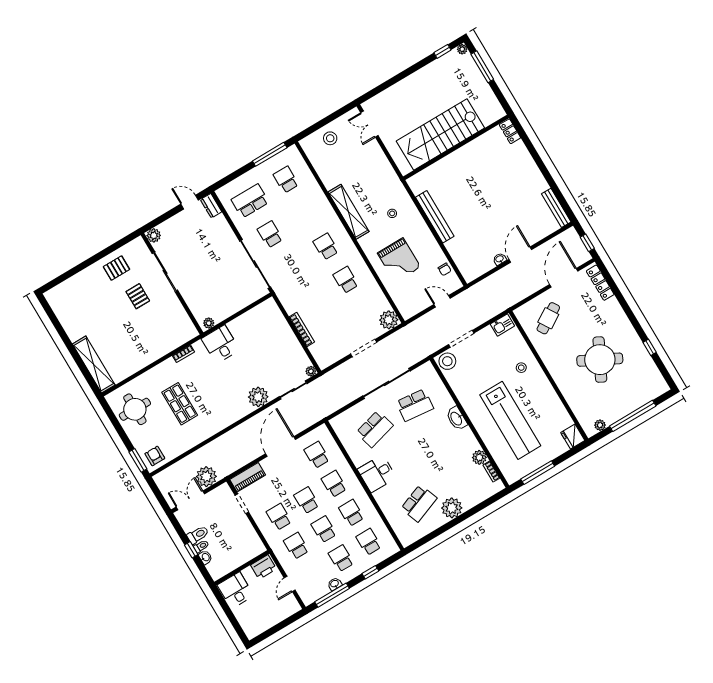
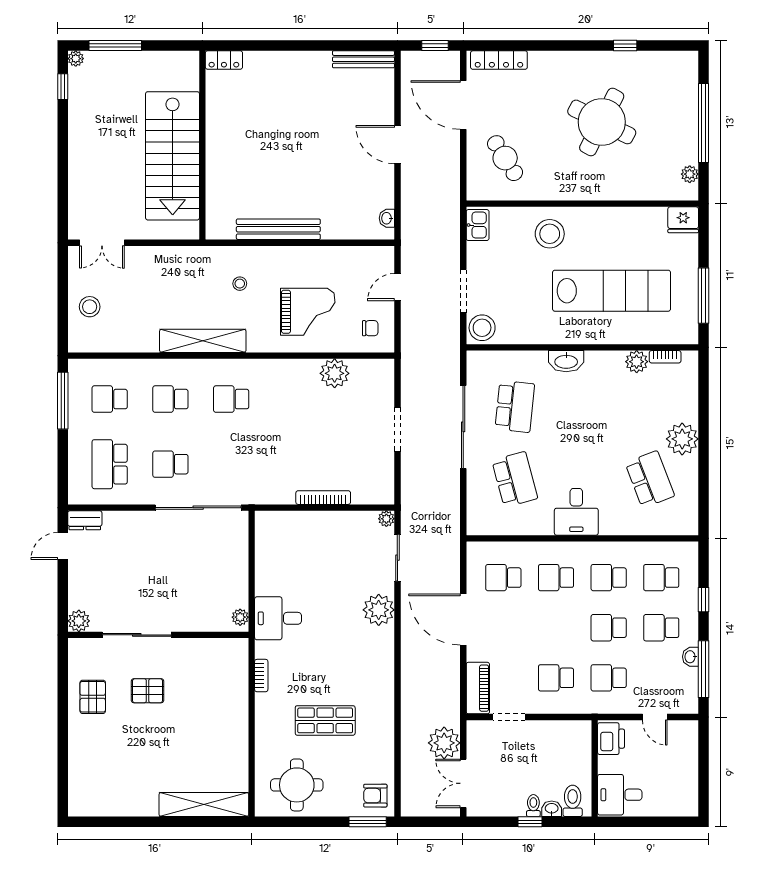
washbasin: (500, 259) -> (387, 218), moved
chair: (445, 269) -> (370, 328), moved
school desk: (346, 280) -> (170, 399), moved
plant: (389, 320) -> (335, 373), moved
stool: (521, 368) -> (550, 234), width x1.89, depth x1.89
school desk: (306, 500) -> (556, 628), removed
toilet: (198, 535) -> (573, 801), moved

